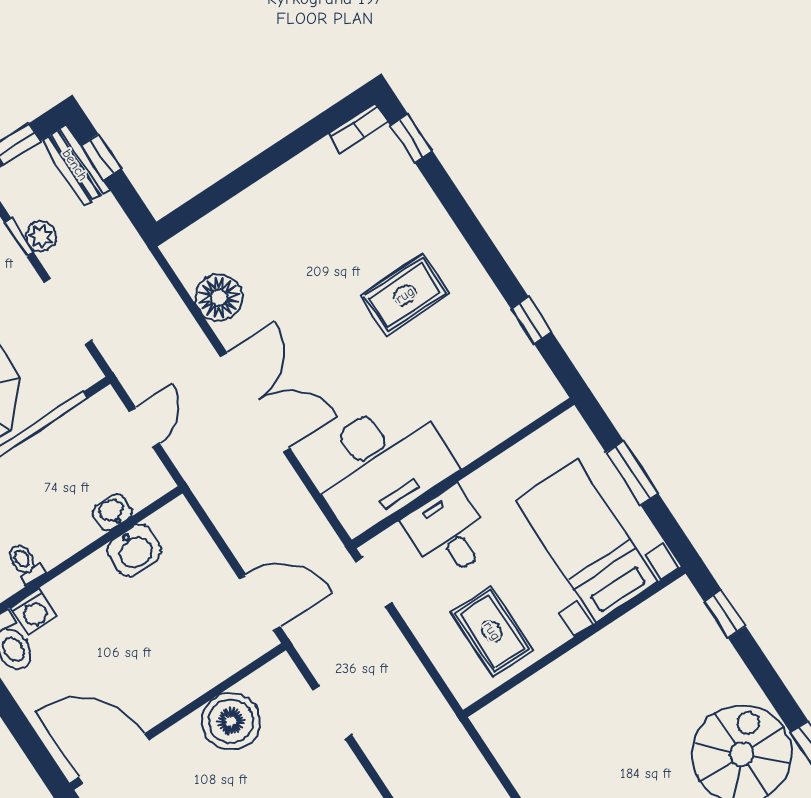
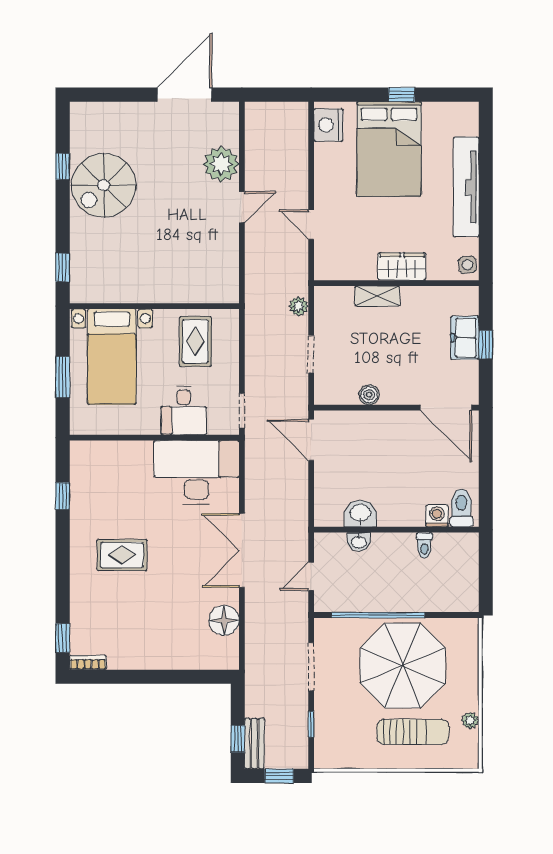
plant: (41, 236) -> (299, 306), moved
boiler: (231, 721) -> (369, 395), width x0.54, depth x0.54

